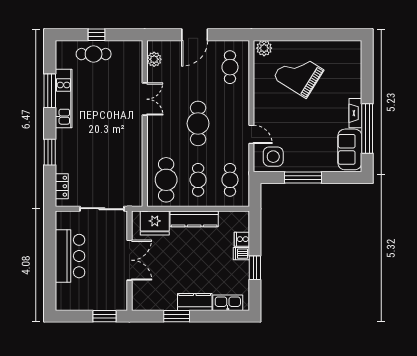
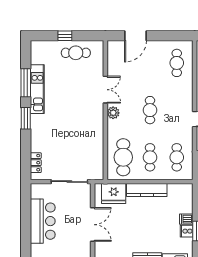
door: (195, 35) -> (135, 36), moved
cafe table: (94, 54) -> (76, 53), moved
plant: (154, 59) -> (113, 113), moved
cafe table: (198, 123) -> (150, 110), width x0.73, depth x0.74
window: (50, 152) -> (26, 118), moved
cooker: (242, 239) -> (187, 231), moved

